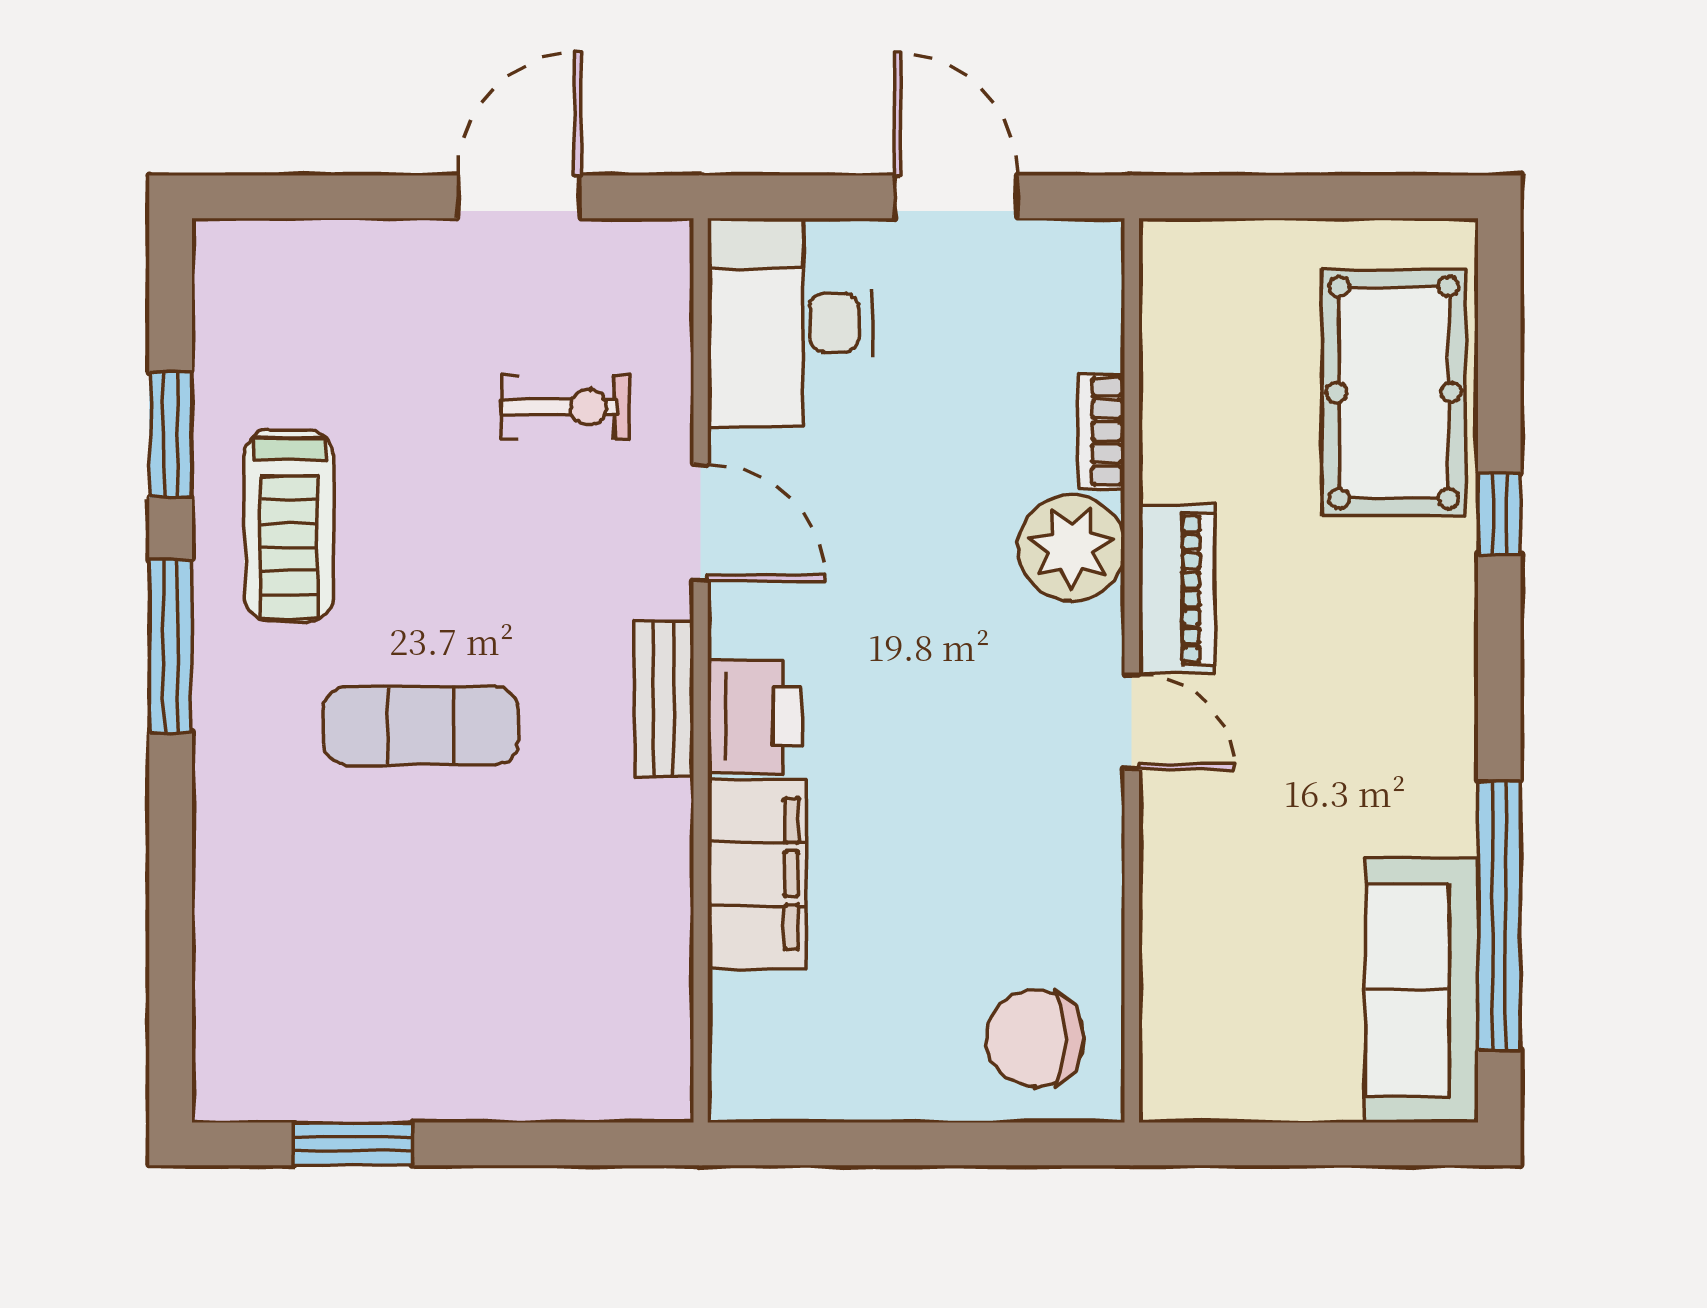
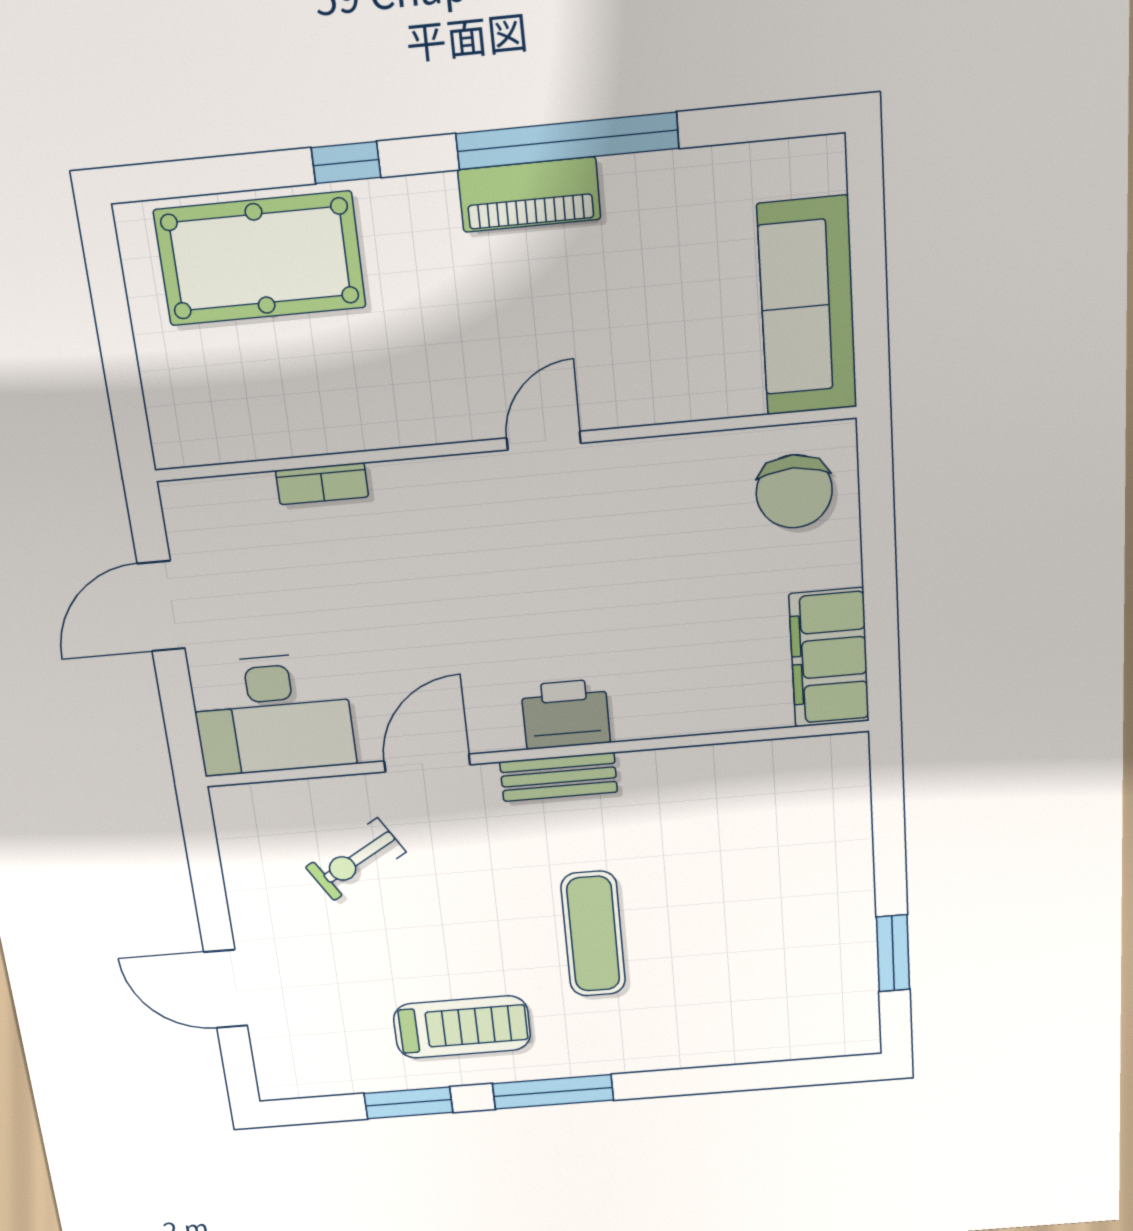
door: (519, 197) -> (226, 989), moved
exercise bike: (565, 407) -> (356, 860), turned -121
plant: (1071, 548) -> (414, 498), removed
piano: (1177, 589) -> (529, 195), moved, turned 180
filing cabinet: (757, 874) -> (829, 658), moved, turned -90
window: (1499, 916) -> (567, 141), moved
sofa: (1422, 990) -> (807, 307), moved, turned 90

